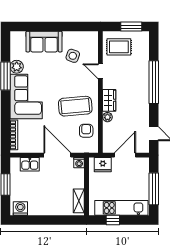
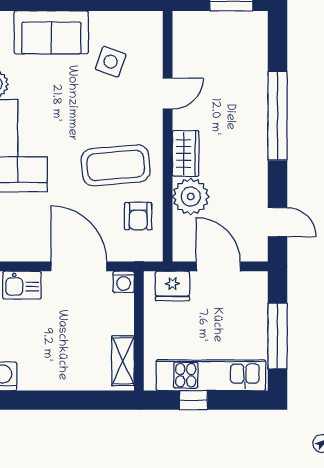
rug: (119, 47) -> (206, 43), removed
door: (100, 71) -> (168, 94), swing flipped
plant: (107, 117) -> (191, 197), width x1.88, depth x1.88
armchair: (86, 131) -> (138, 216), turned 180
door: (125, 155) -> (218, 266), hinge flipped

